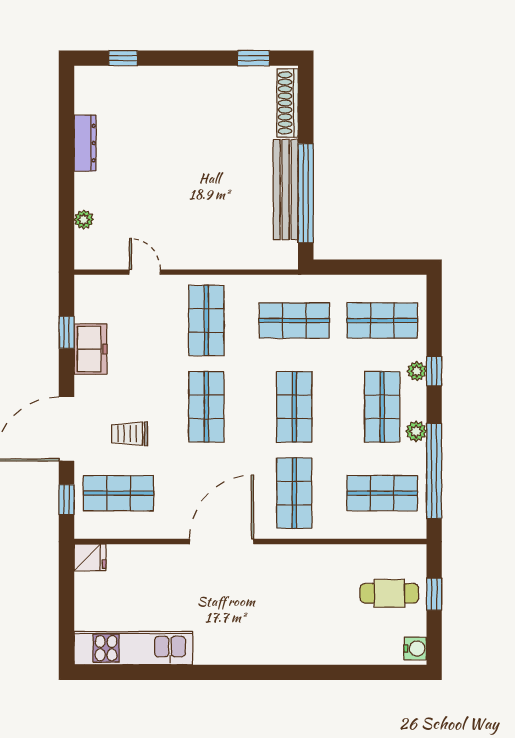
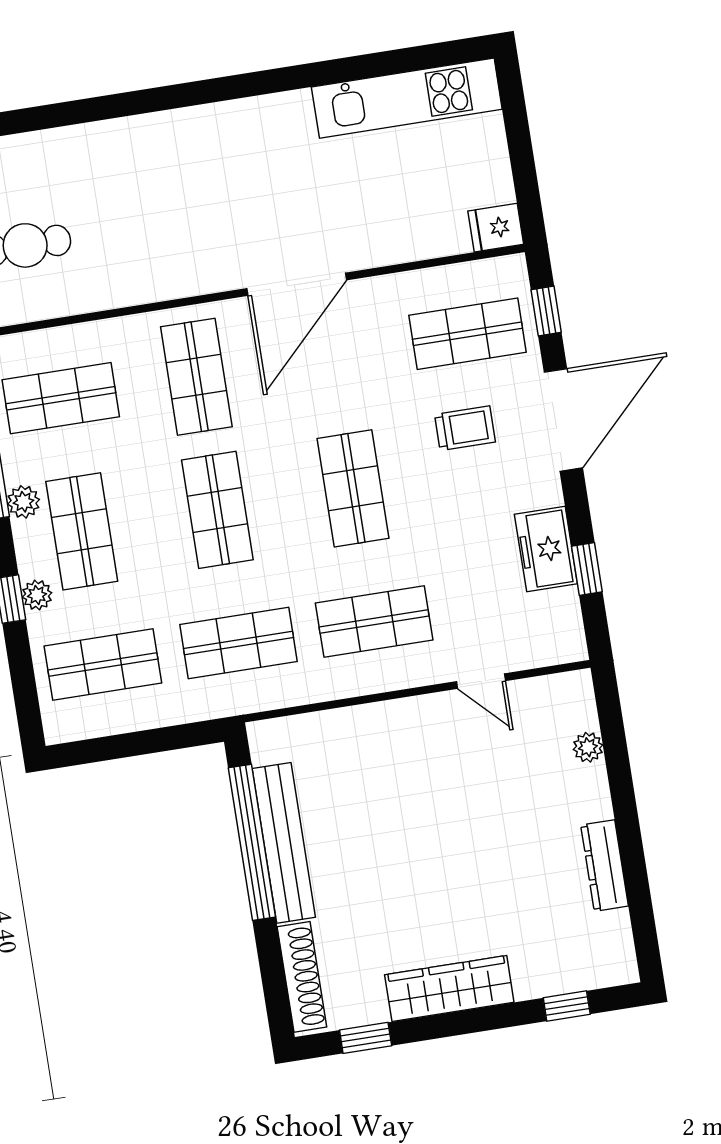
wardrobe: (196, 81) -> (449, 988), added
shop shelf: (206, 321) -> (374, 622), turned 90

